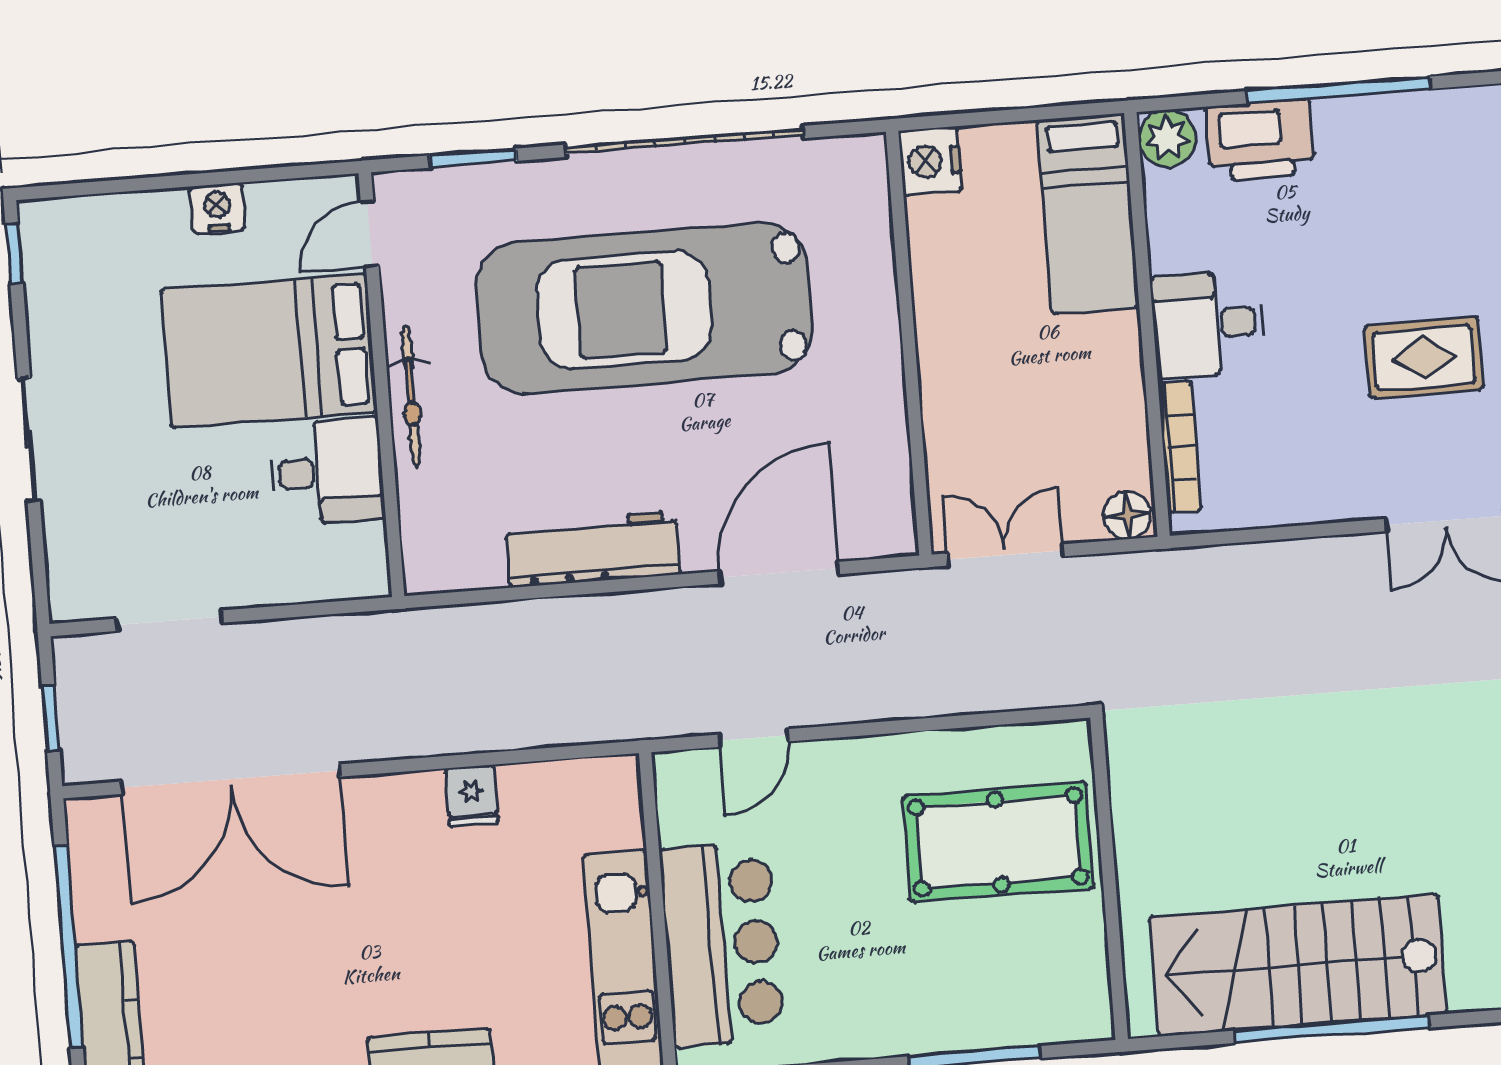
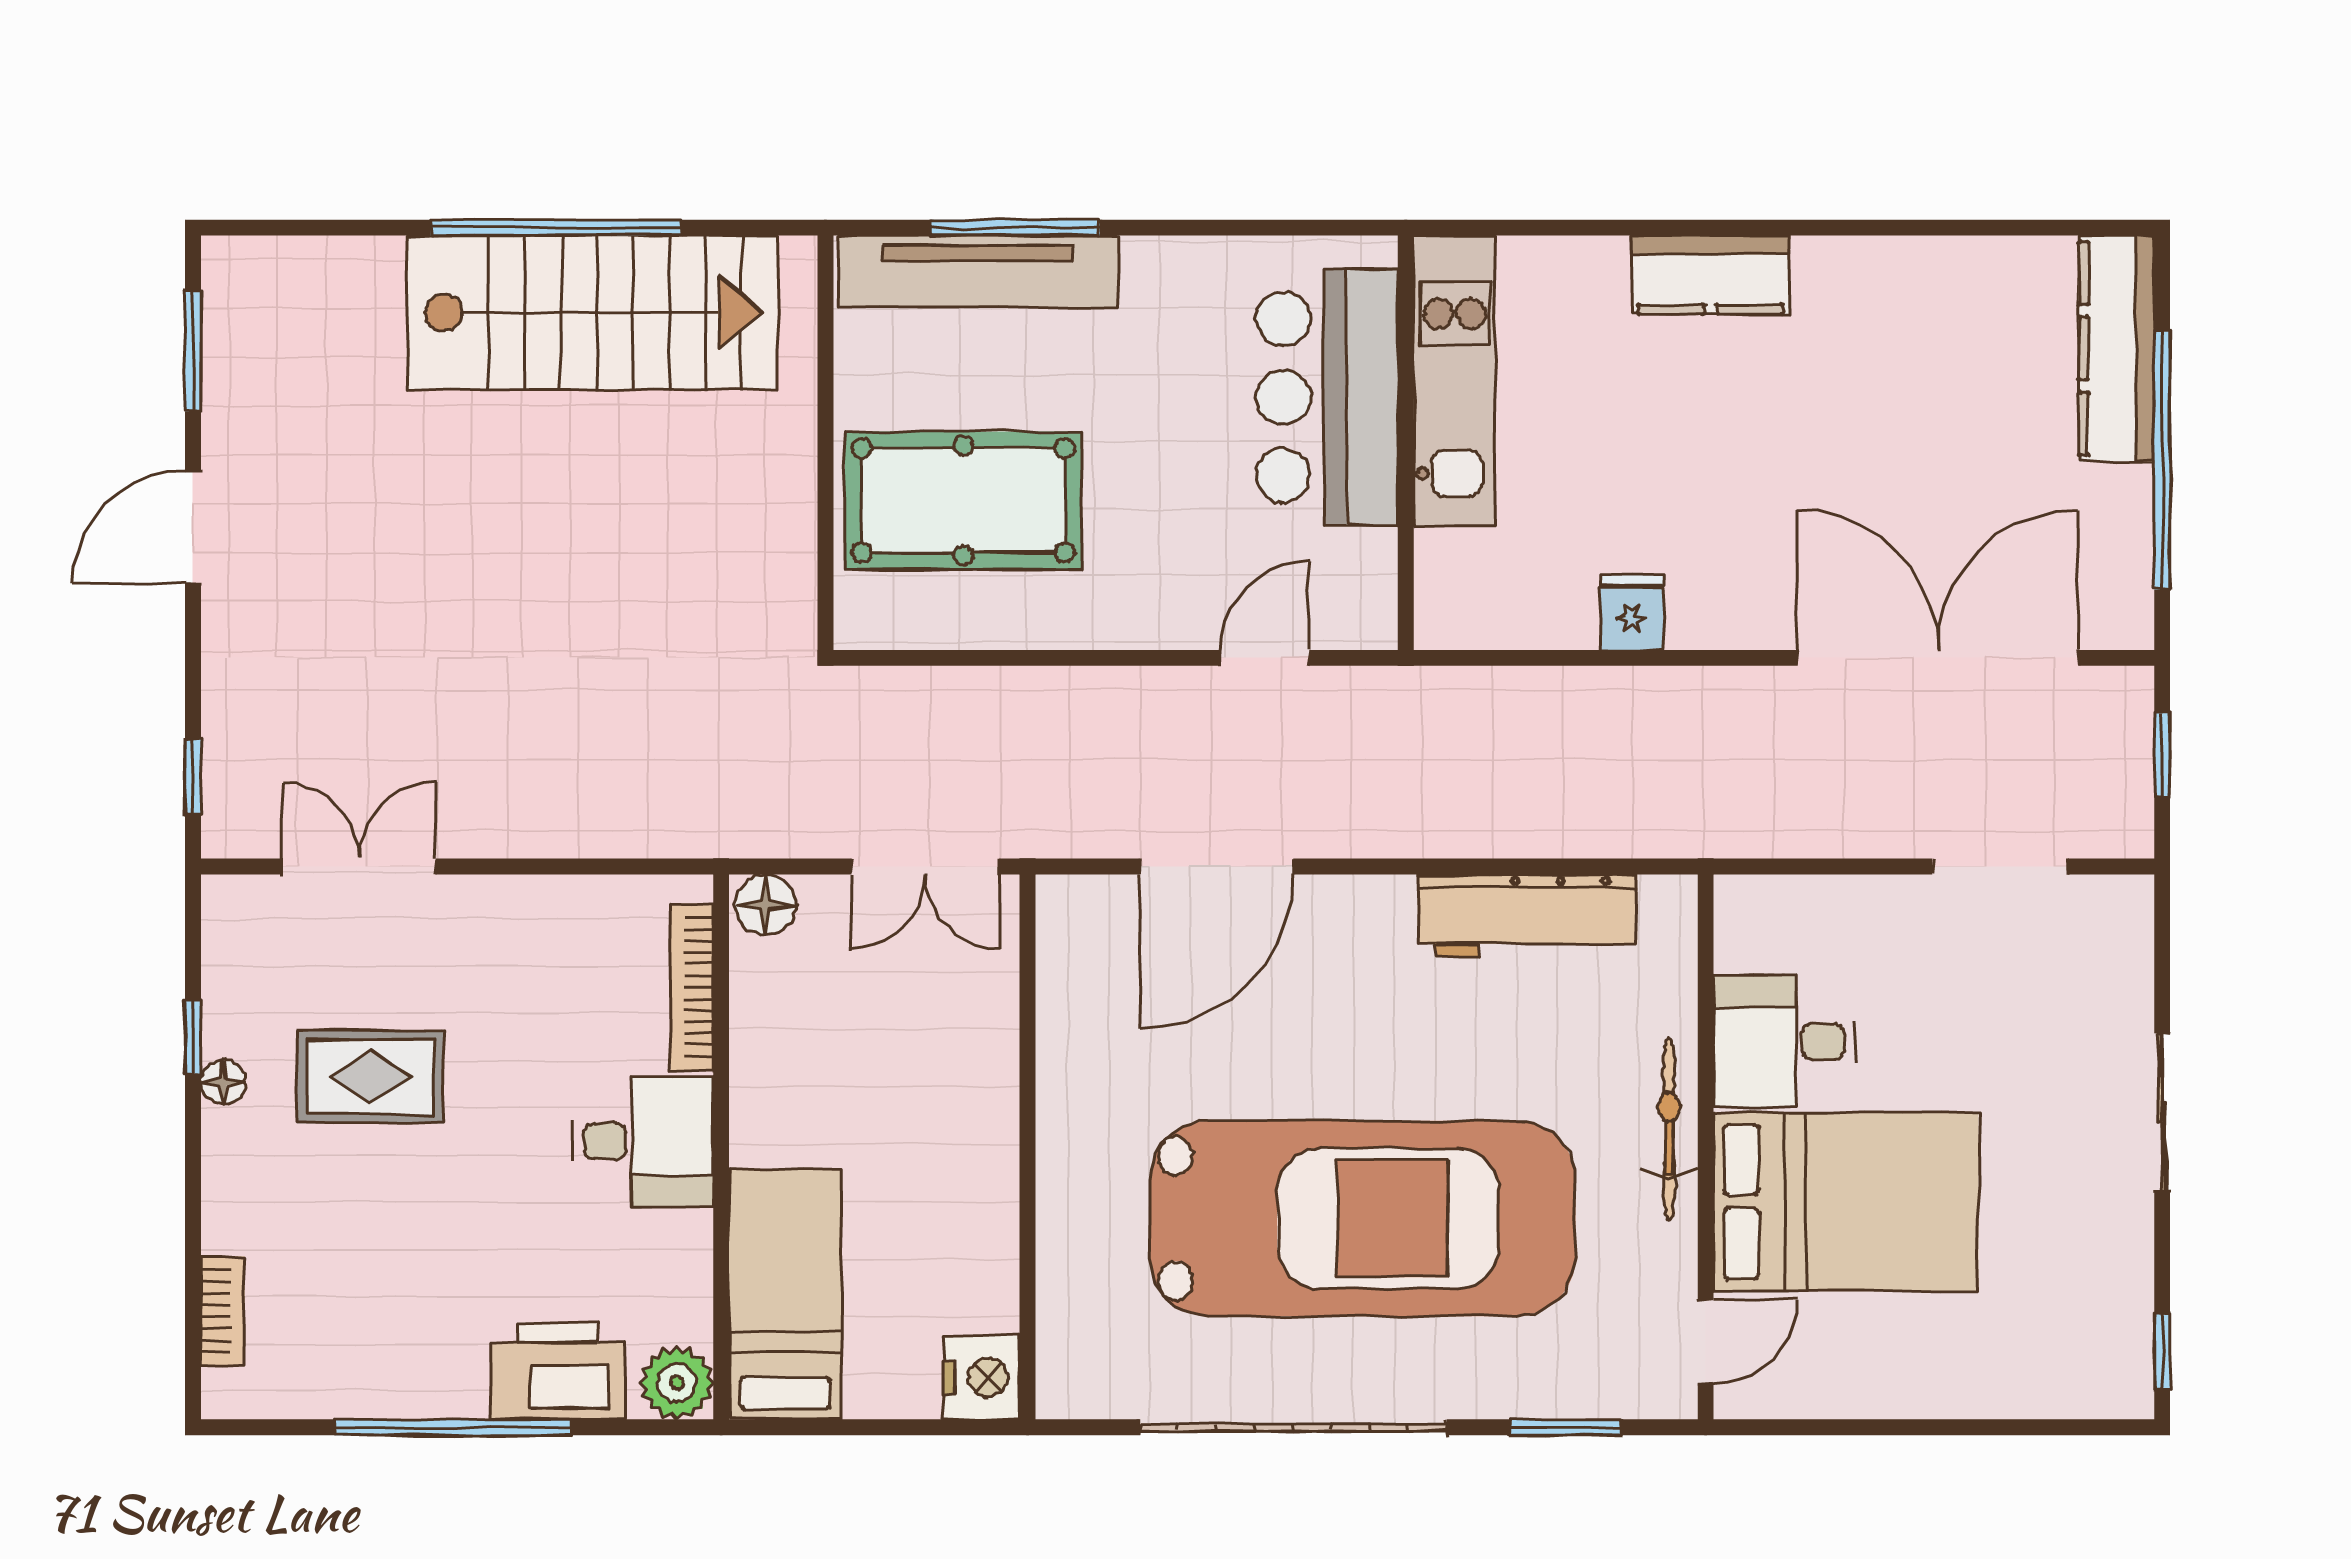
nightstand: (218, 208) -> (1898, 1389), removed
workbench: (593, 549) -> (1528, 916), moved
tv unit: (1001, 1021) -> (978, 271), added

